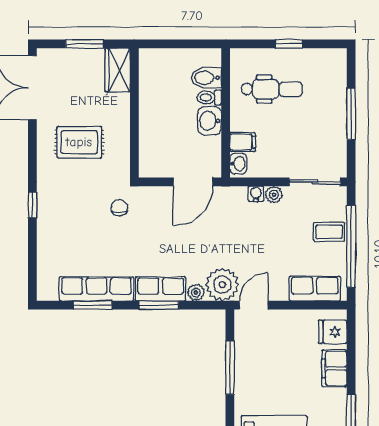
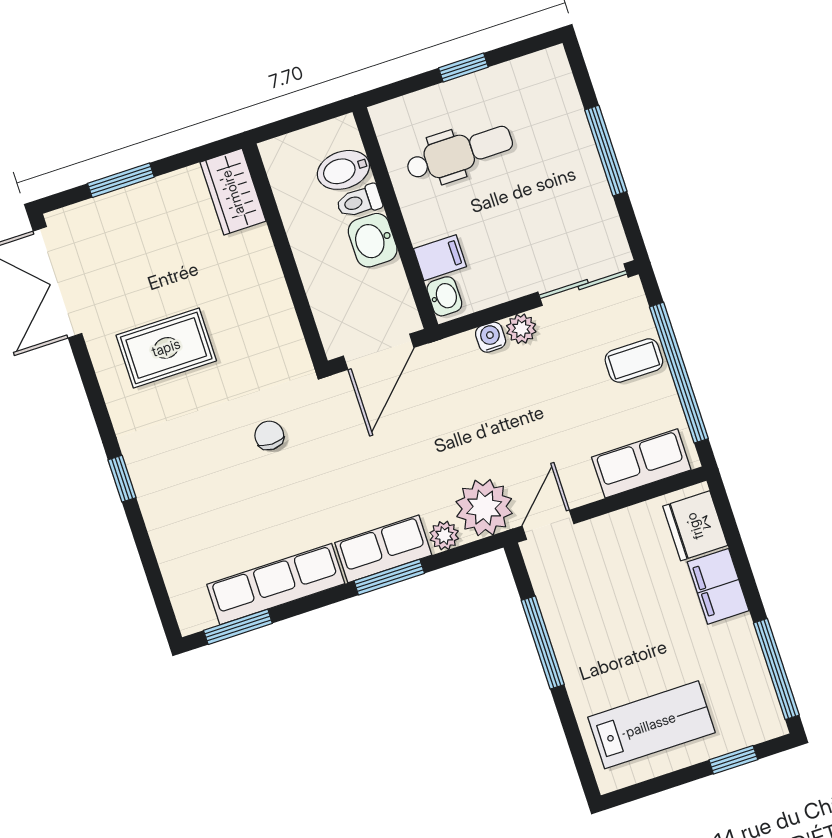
wardrobe: (117, 70) -> (233, 192), moved
wall: (134, 113) -> (285, 254), moved
window: (93, 305) -> (238, 627), moved
fridge: (333, 332) -> (695, 526), width x1.38

